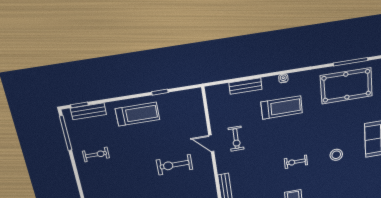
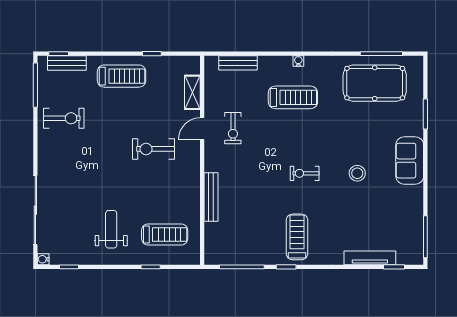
bench: (246, 86) -> (238, 63), moved
shelving: (199, 117) -> (192, 92), added
door: (211, 143) -> (202, 129), hinge flipped
exercise bike: (96, 155) -> (64, 118), width x1.38, depth x1.39

